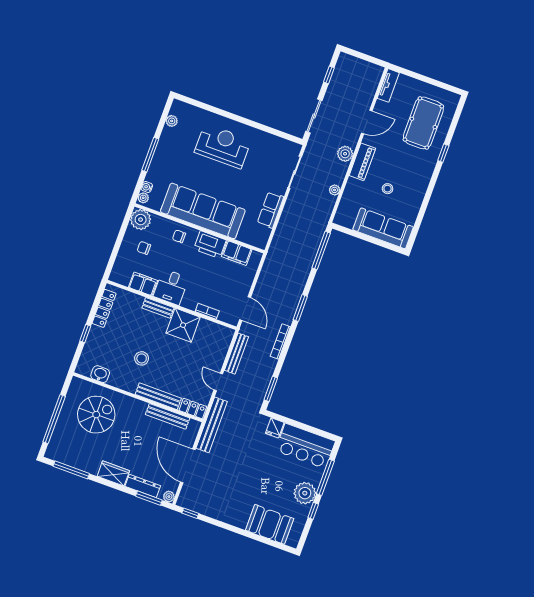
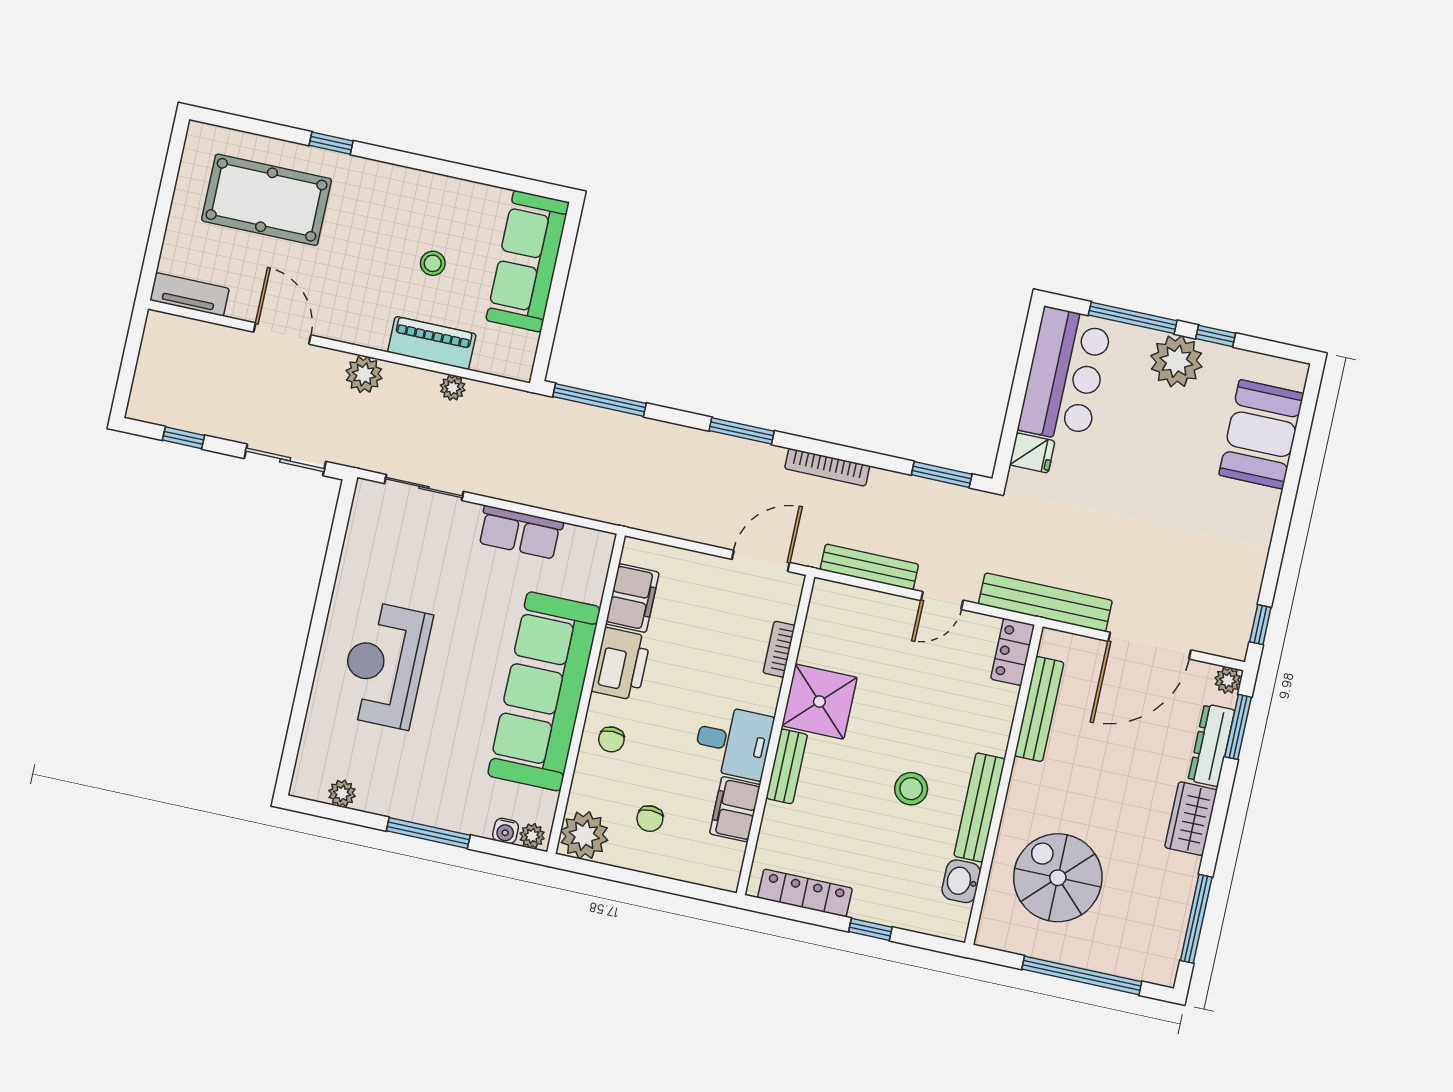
piano: (362, 162) -> (432, 343), moved
bench: (158, 396) -> (980, 807), moved

